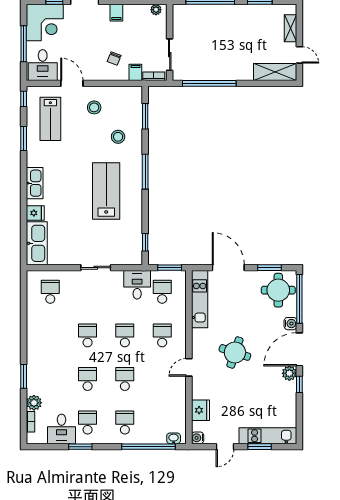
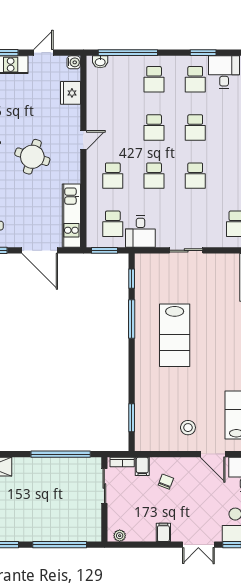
stool: (118, 137) -> (162, 395), removed
window: (145, 172) -> (132, 319), moved

